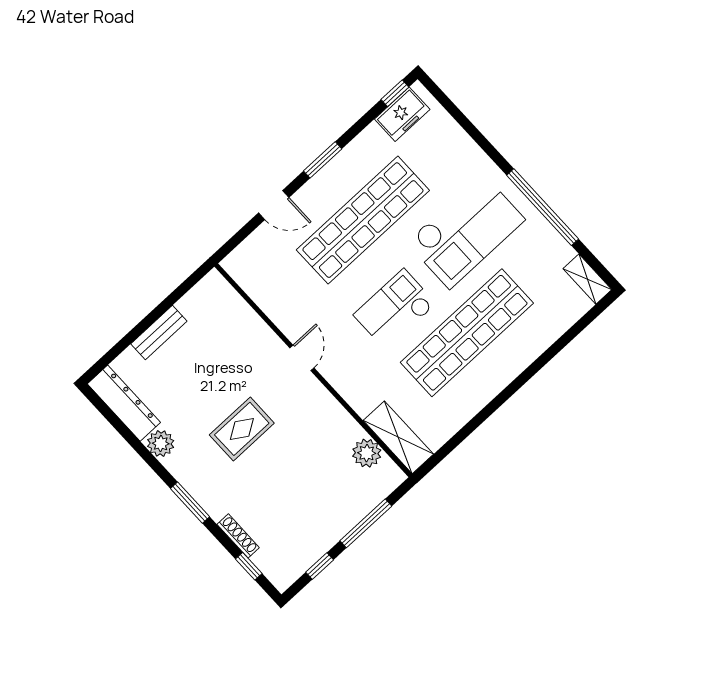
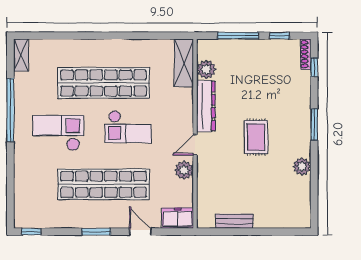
freezer: (402, 114) -> (178, 218), moved
checkout: (466, 231) -> (58, 133), width x0.73, depth x0.83
plant: (288, 318) -> (184, 170), added
bench: (159, 333) -> (234, 221), moved
dresser: (124, 403) -> (206, 106), moved, turned 180
rug: (242, 429) -> (256, 137), turned 90
shoe rack: (238, 536) -> (306, 54), moved

